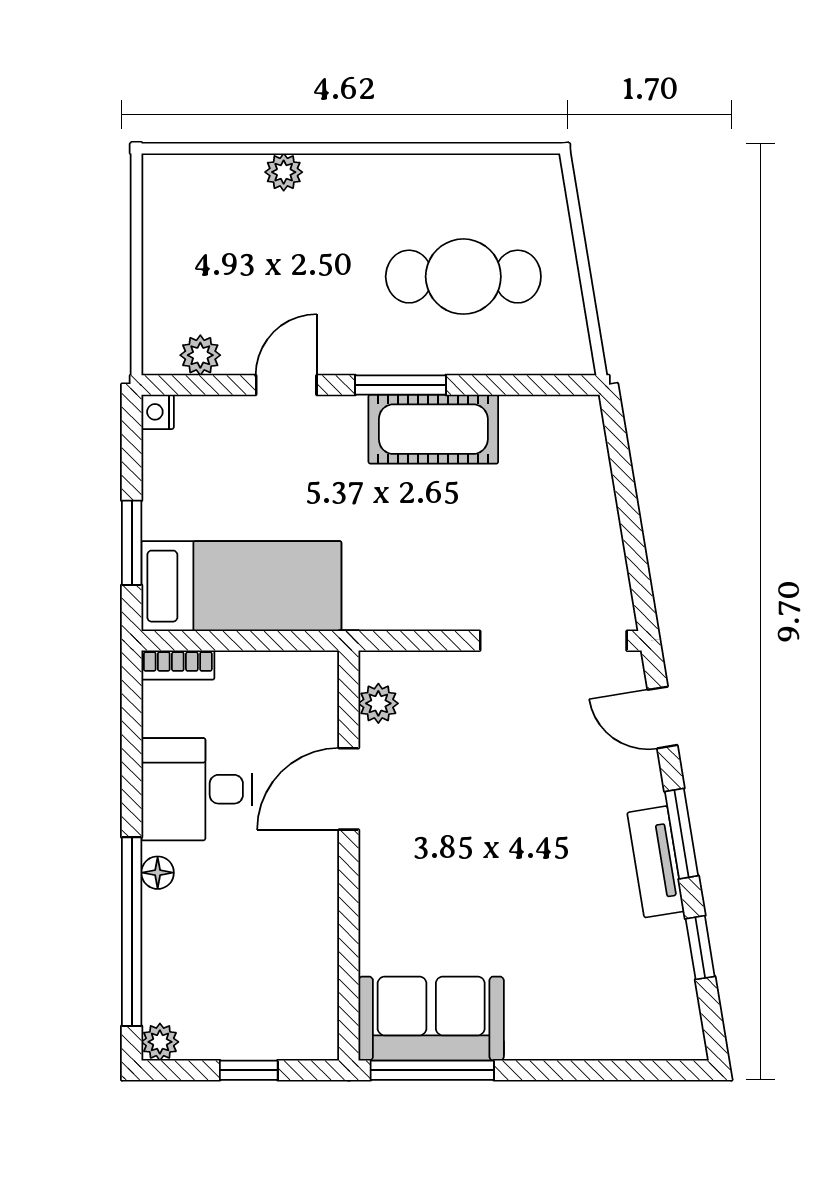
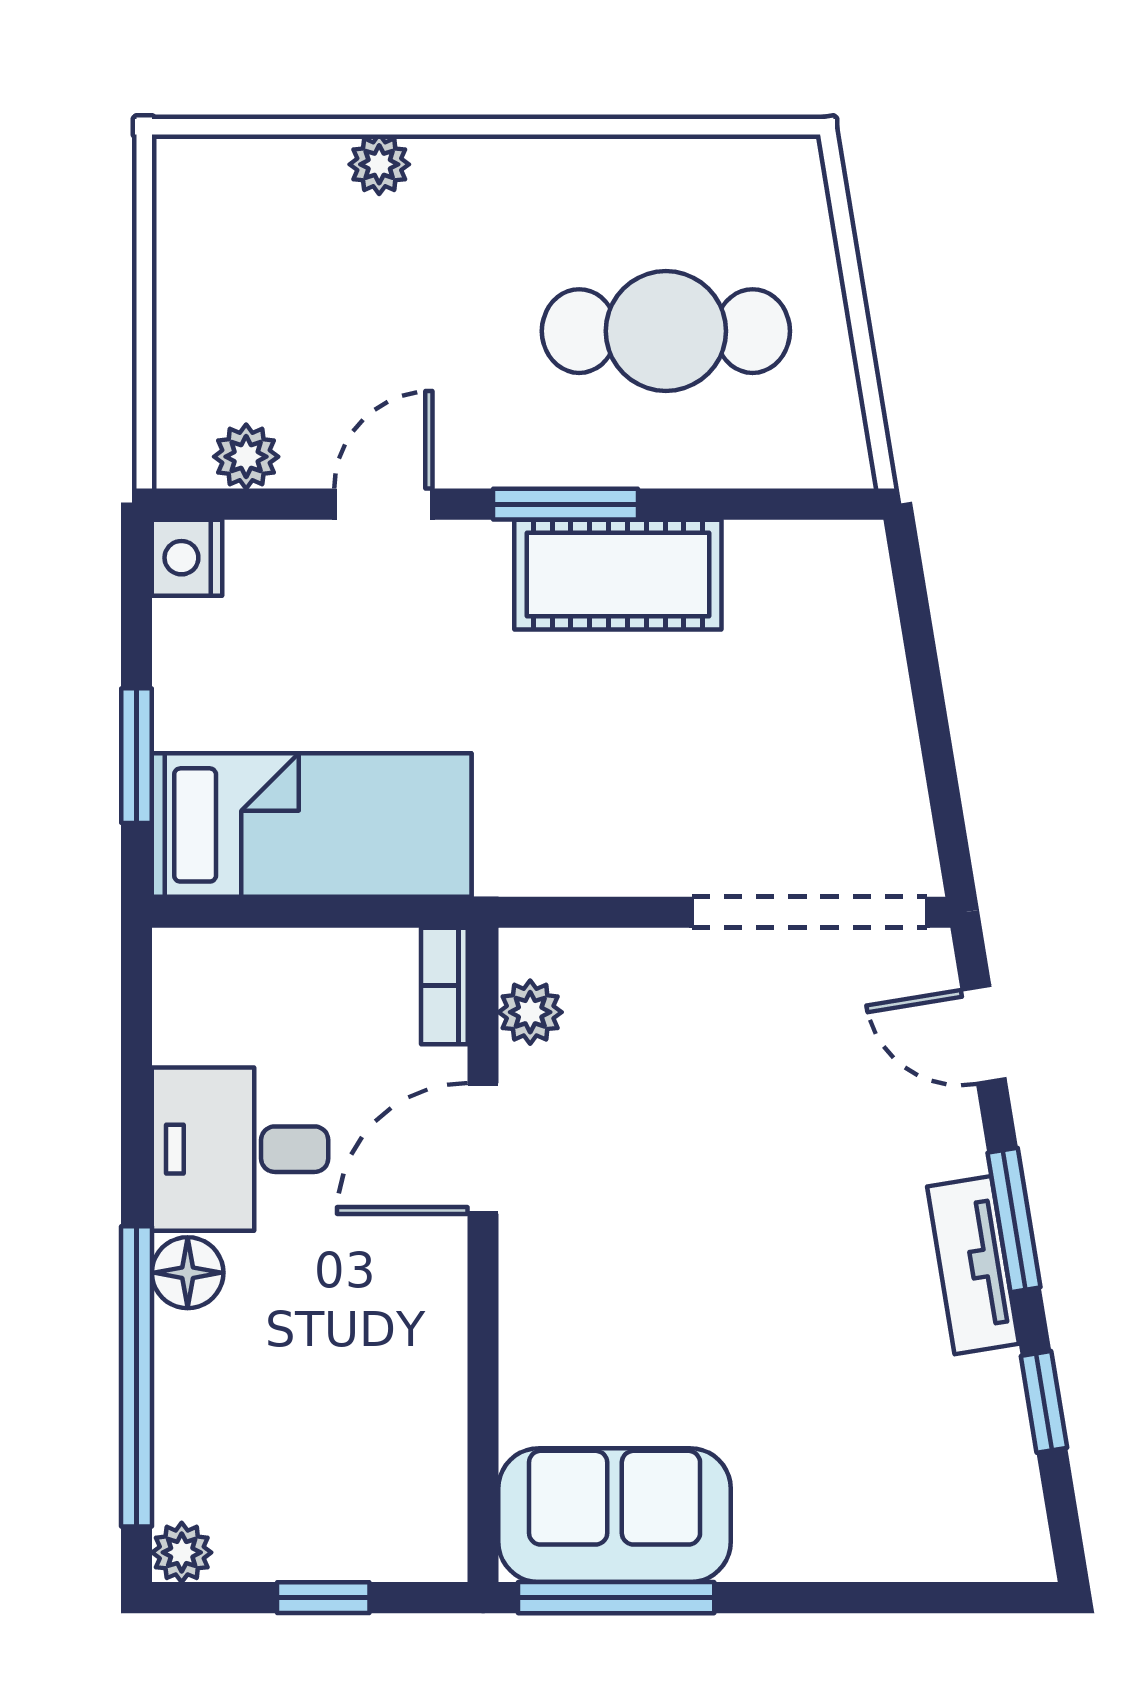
nightstand: (158, 412) -> (187, 558), width x1.39, depth x1.35
bookcase: (178, 665) -> (444, 986), moved, turned 90
floor lamp: (158, 873) -> (188, 1273), width x1.37, depth x1.37

